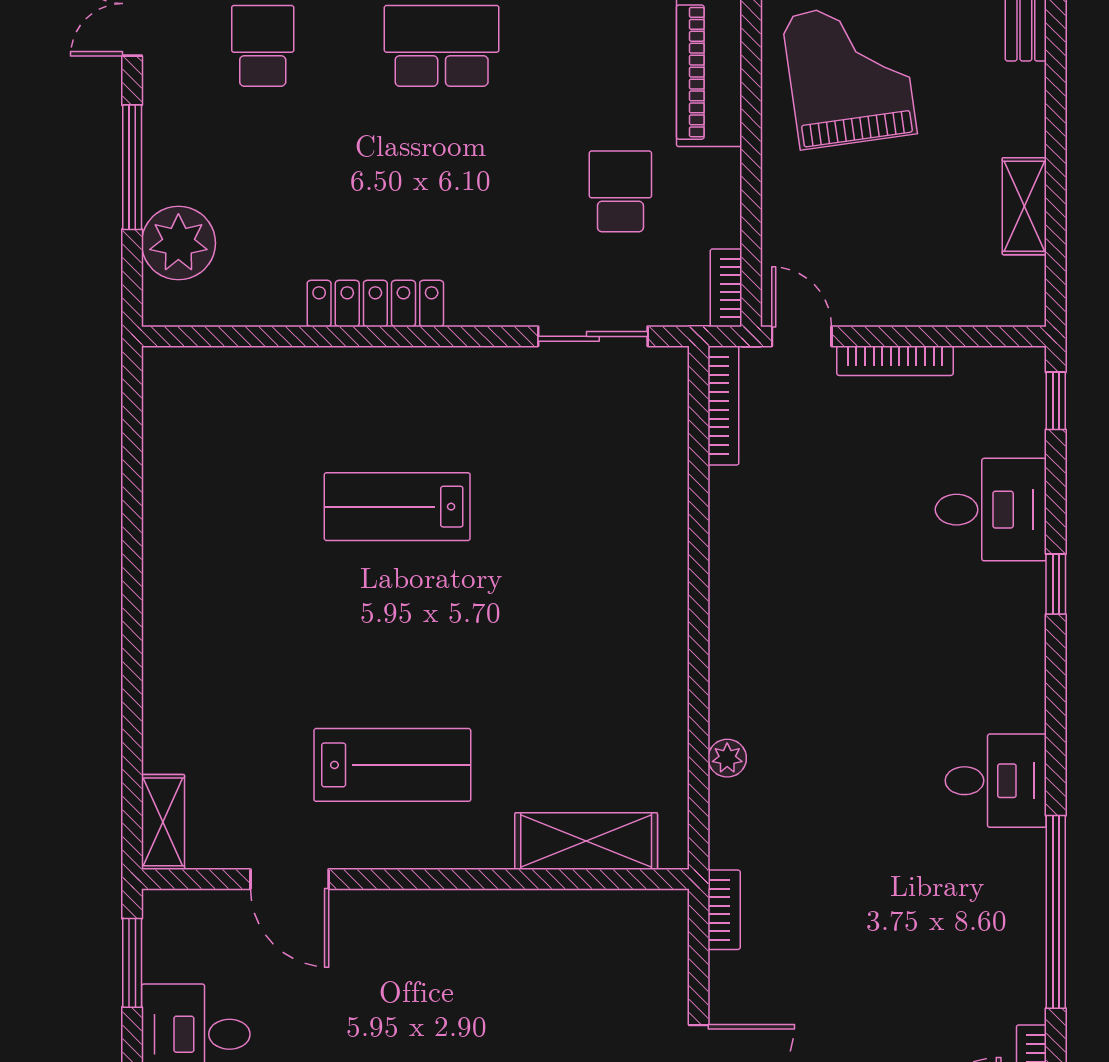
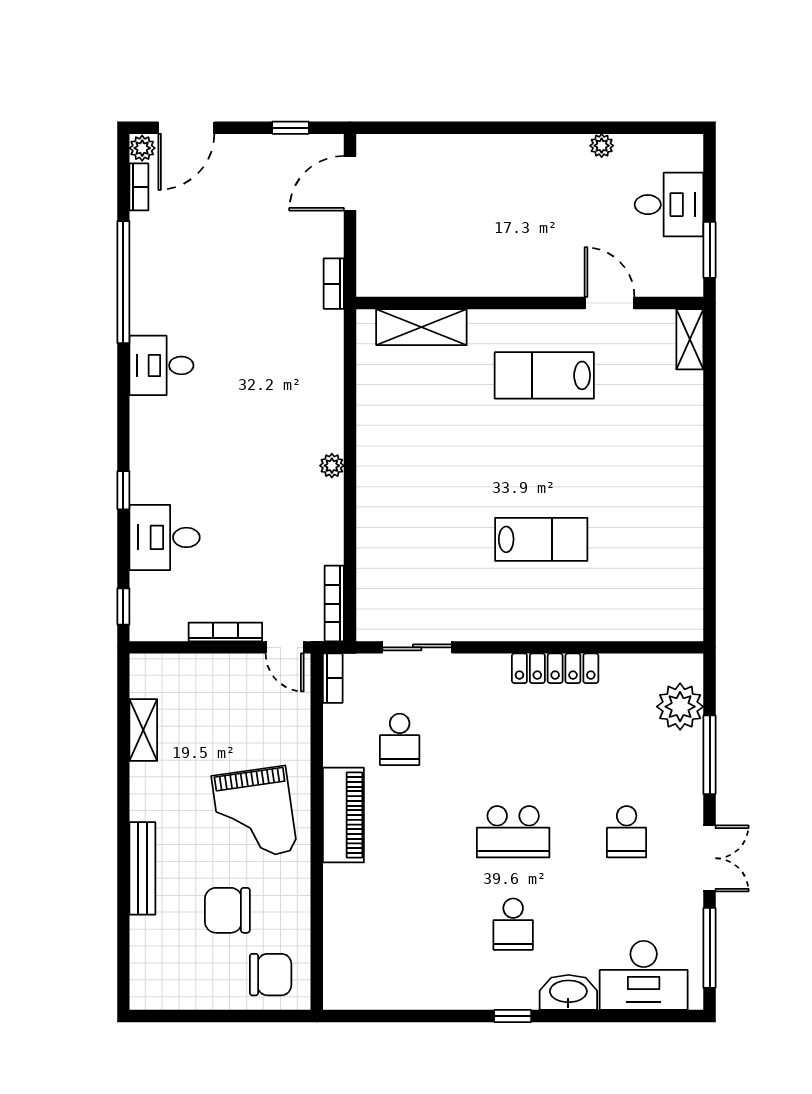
plant: (727, 758) -> (332, 466), moved

